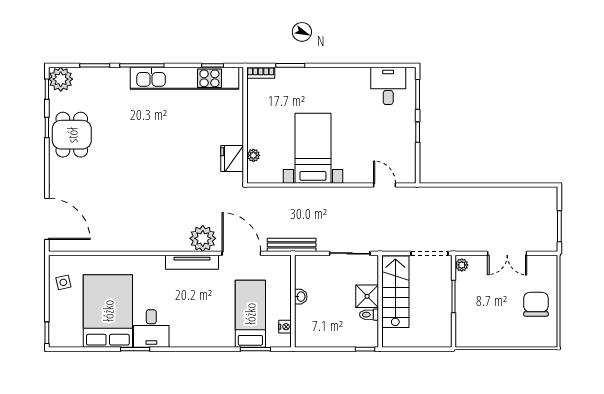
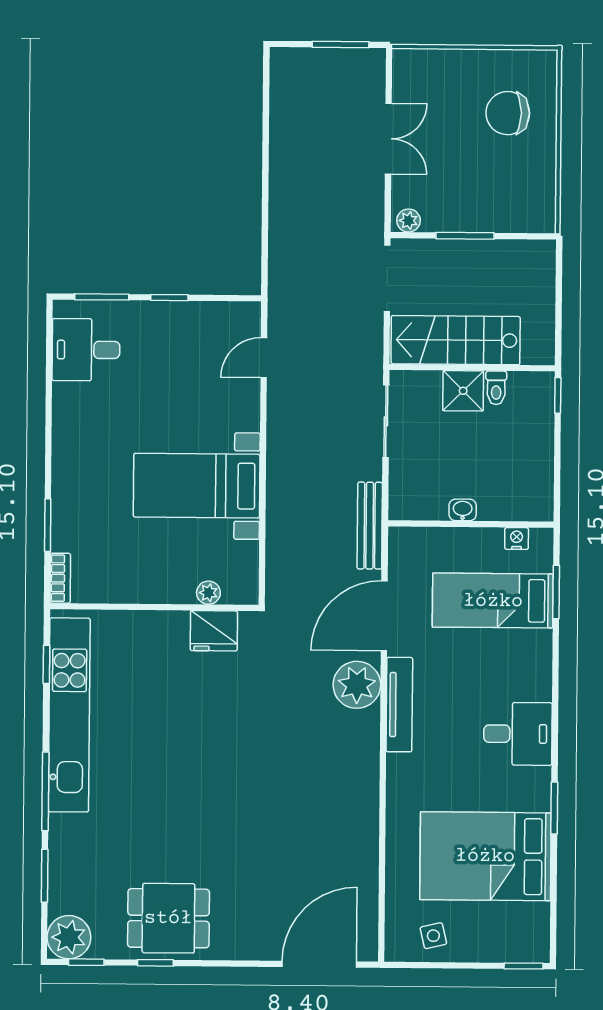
chair: (536, 304) -> (508, 113), moved
desk: (151, 328) -> (518, 734), moved

